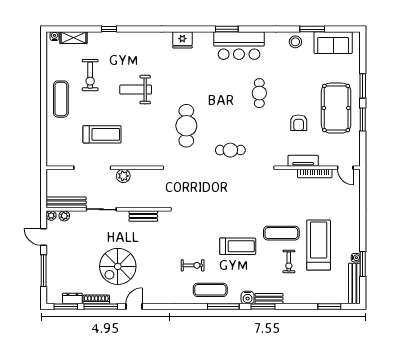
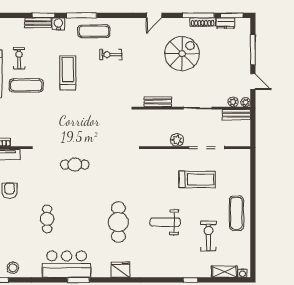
weight bench: (136, 90) -> (165, 222), turned 180
cafe table: (186, 126) -> (118, 222), moved
treadmill: (102, 134) -> (197, 179), turned 180
bench: (66, 202) -> (236, 115), width x0.73
treadmill: (238, 246) -> (68, 73), turned 90
door: (134, 307) -> (154, 15), moved

